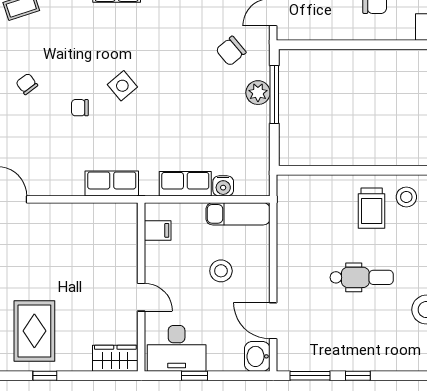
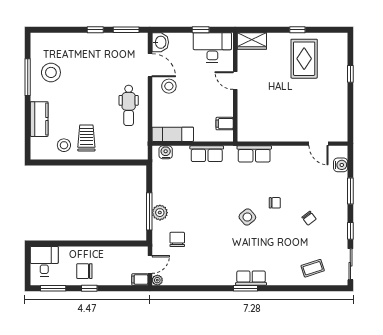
chair: (231, 51) -> (177, 239), turned -50
water cooler: (223, 186) -> (166, 152), moved
stool: (221, 271) -> (169, 86), moved
dental chair: (362, 277) -> (129, 105), moved, turned -90

